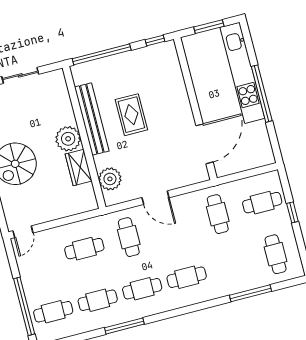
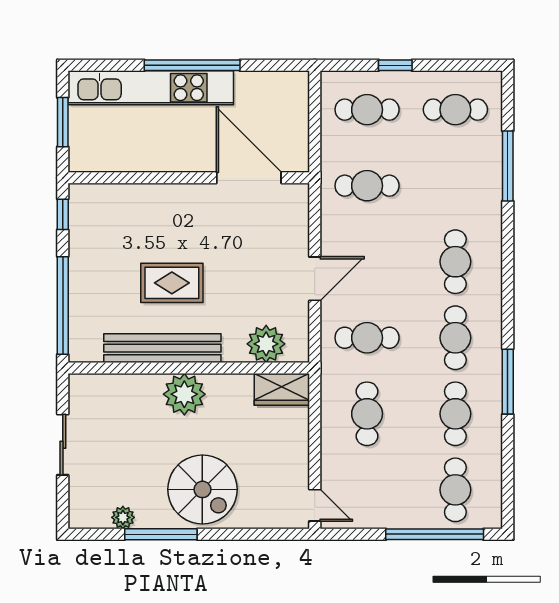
wardrobe: (79, 168) -> (282, 389), moved
cafe table: (262, 203) -> (367, 110), turned 90

